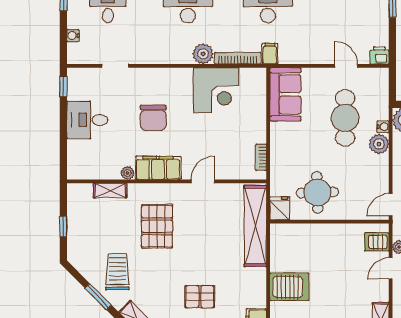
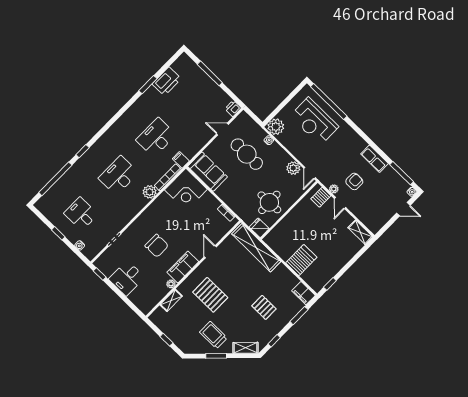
corner desk: (216, 90) -> (186, 190), moved, turned 90
plant: (379, 144) -> (293, 168), moved
pallet: (200, 297) -> (264, 307), turned 90

